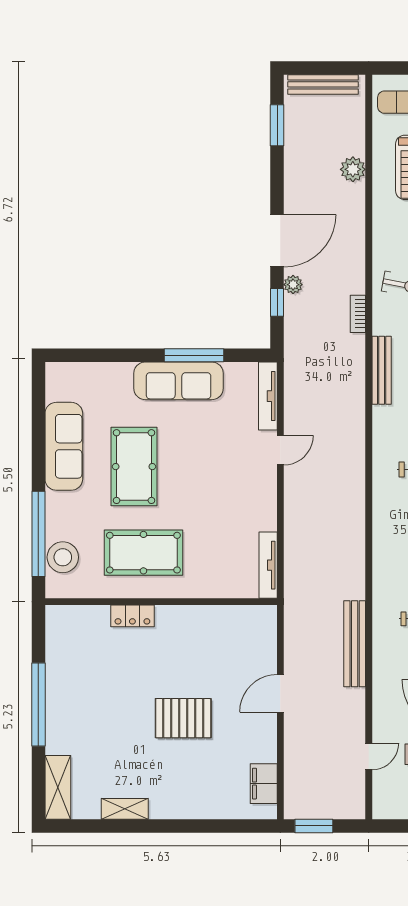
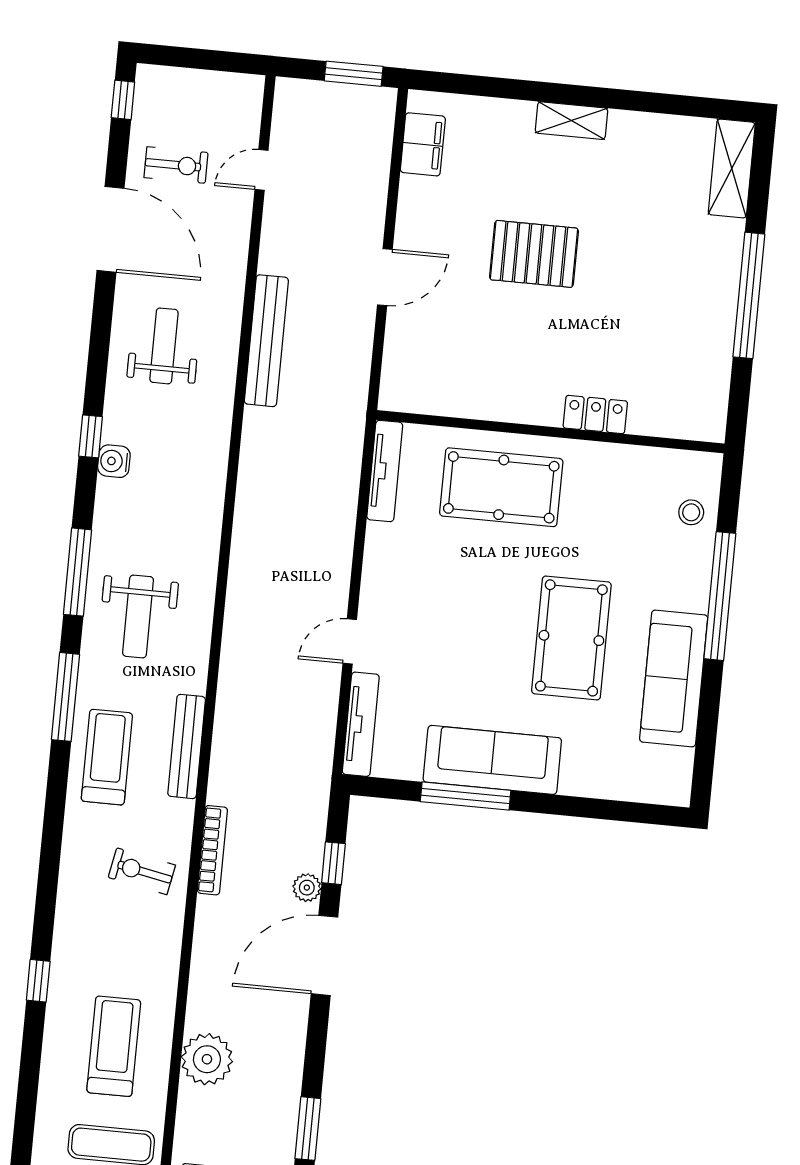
plant: (353, 169) -> (207, 1059), width x1.36, depth x1.36
bookcase: (358, 314) -> (212, 850), width x1.56
window: (38, 534) -> (720, 596), moved
pool table: (143, 553) -> (501, 487), moved
stool: (63, 557) -> (691, 512), width x0.53, depth x0.53
shelving: (125, 809) -> (571, 121), moved

